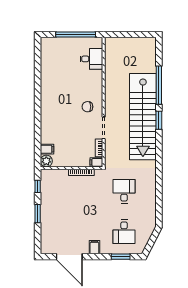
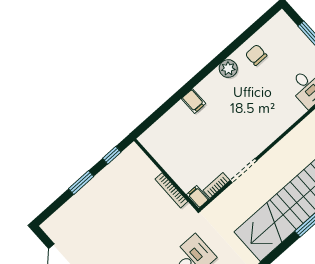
chair: (87, 107) -> (256, 55), moved
filing cabinet: (47, 149) -> (193, 101), moved
plant: (46, 161) -> (228, 69), moved

